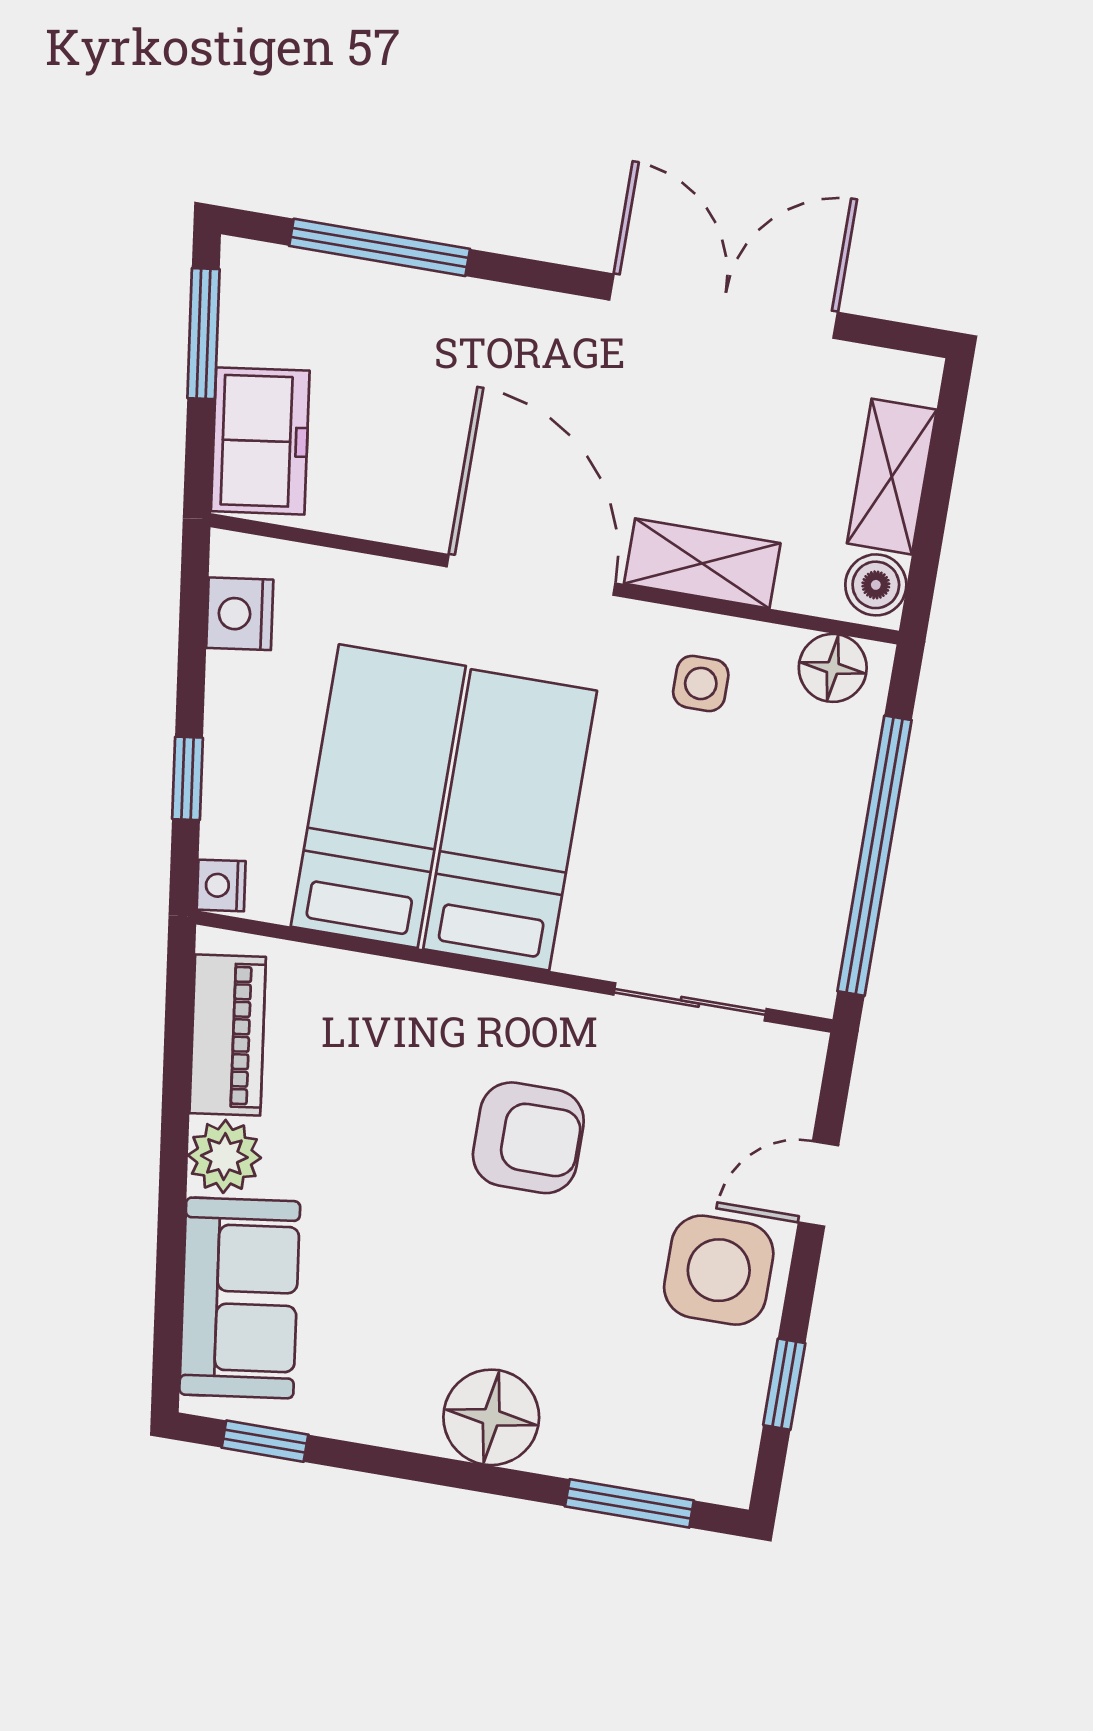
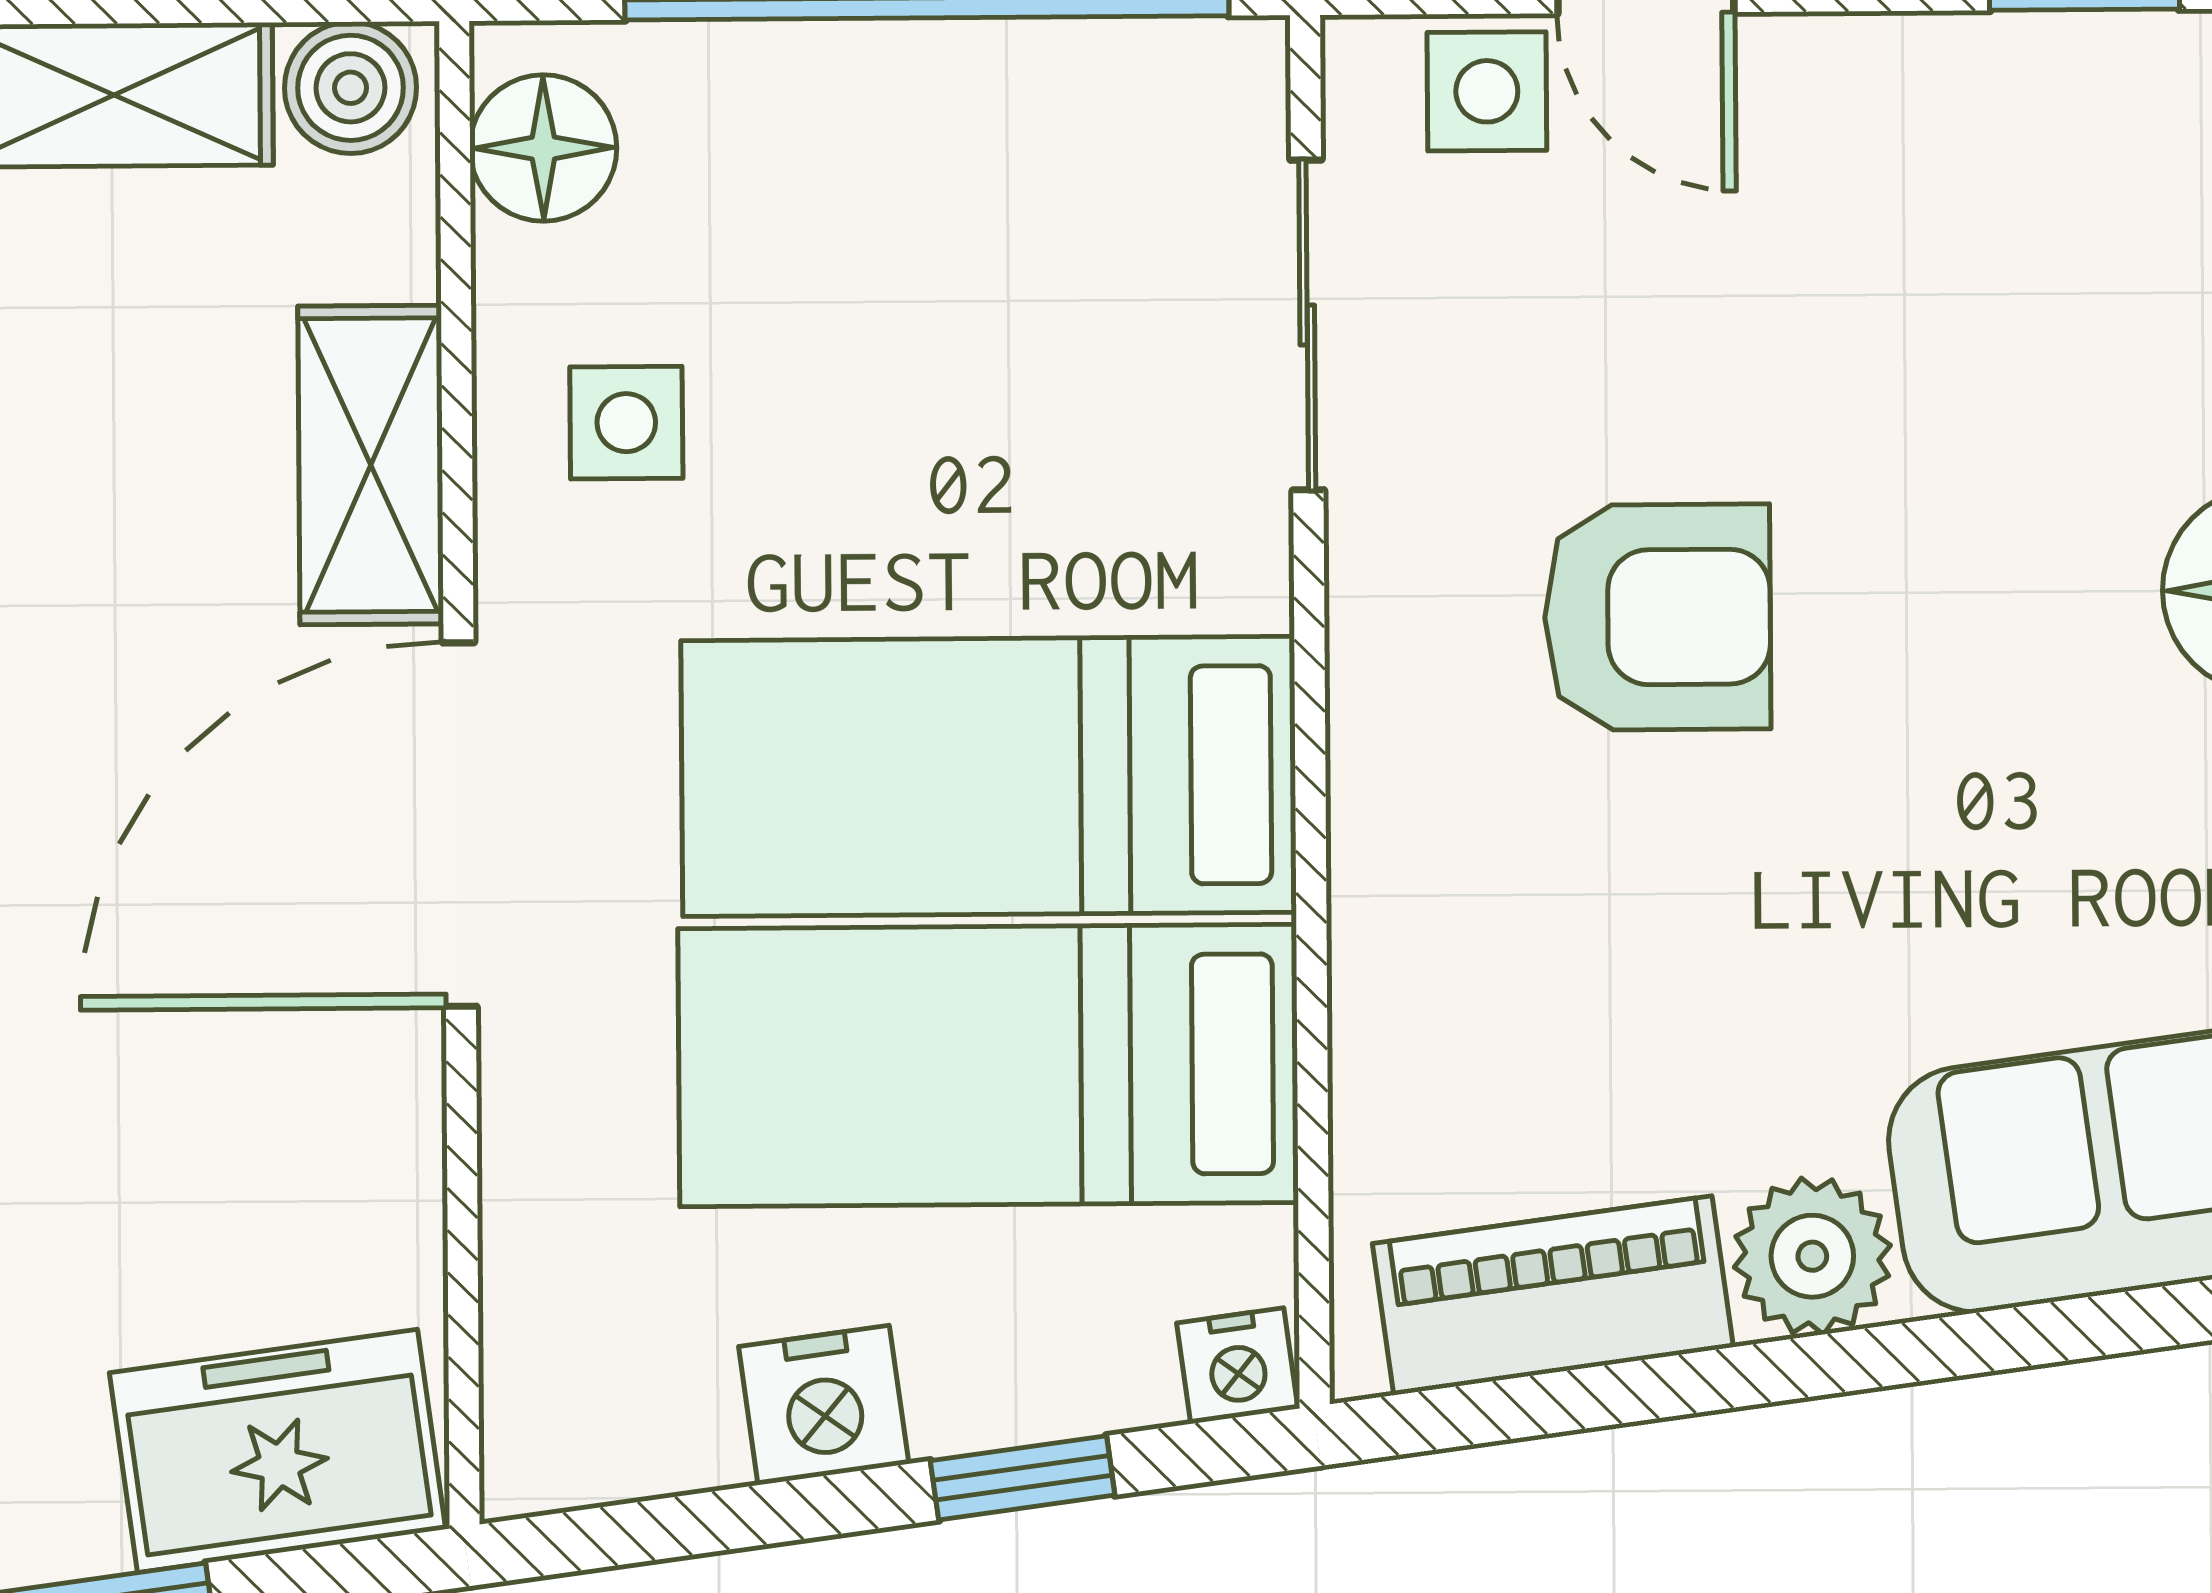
nightstand: (240, 614) -> (824, 1405), moved
armchair: (528, 1138) -> (1658, 617), turned 90
side table: (719, 1270) -> (1487, 91), moved, width x0.54, depth x0.54

